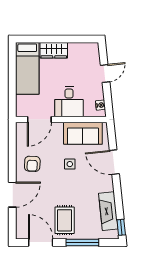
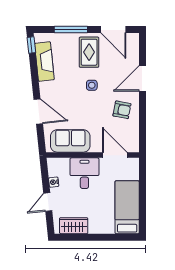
wardrobe: (54, 50) -> (74, 226), moved
nightstand: (100, 105) -> (54, 182), moved
door: (39, 119) -> (115, 155), hinge flipped
armchair: (32, 164) -> (122, 110), turned 98
side table: (70, 164) -> (92, 85), moved

